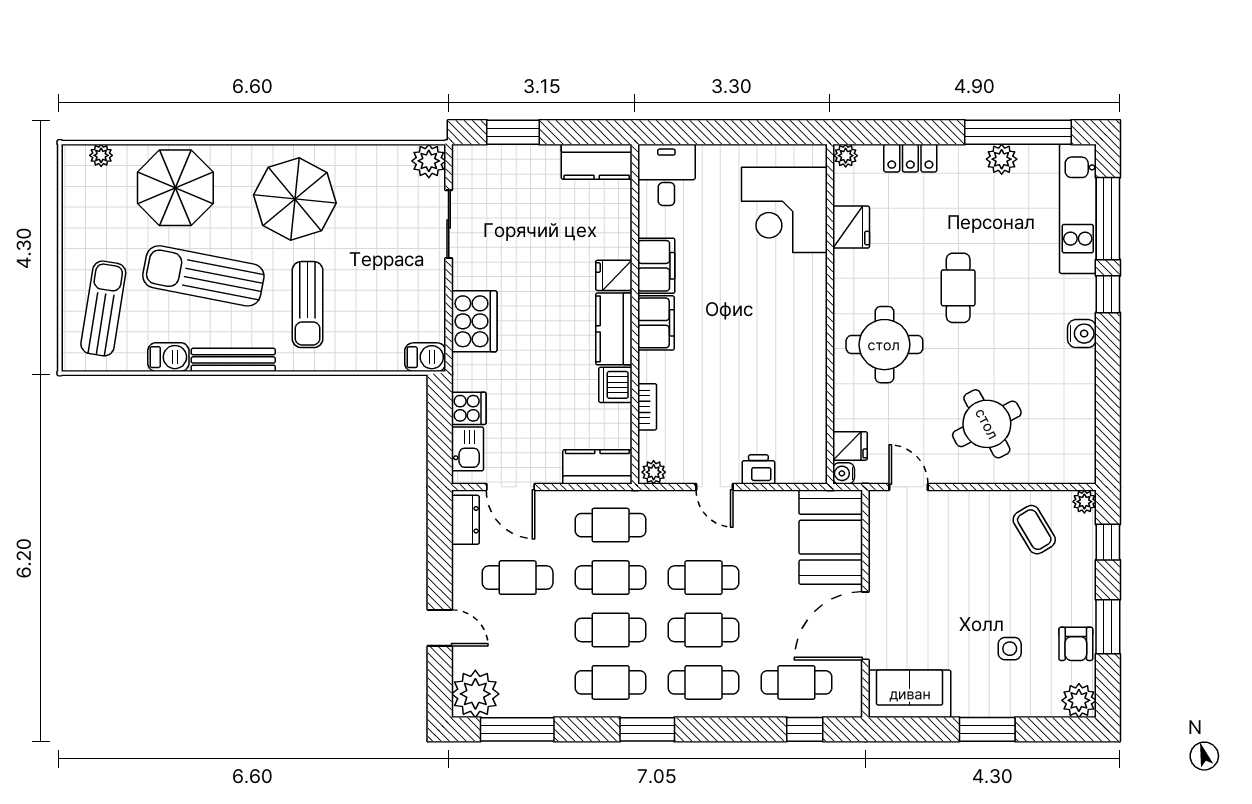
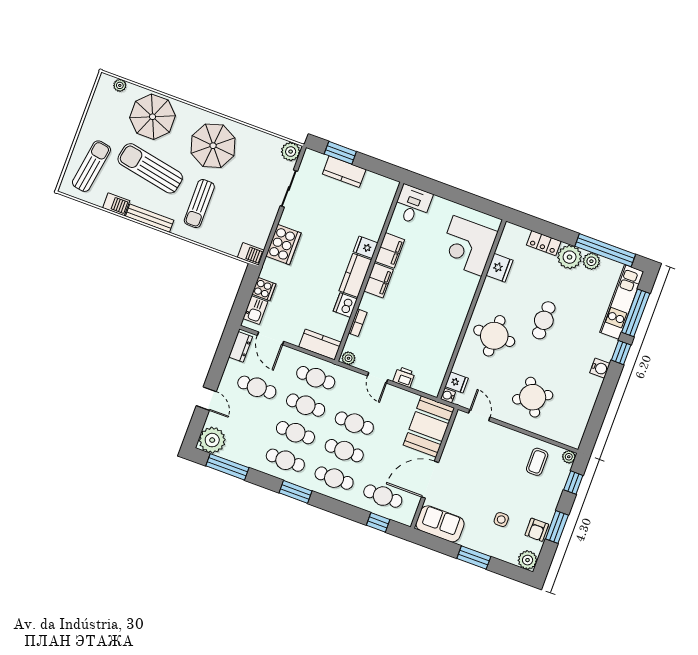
plant: (846, 156) -> (570, 257), moved, width x1.87, depth x1.87
kitchen counter: (597, 162) -> (344, 172), moved
coffee table: (1034, 530) -> (537, 462), turned 31

